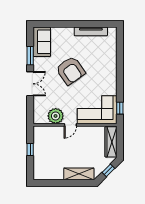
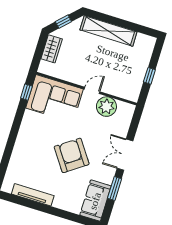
wardrobe: (111, 142) -> (52, 49), width x0.67
shelving: (79, 174) -> (108, 31), width x1.47

